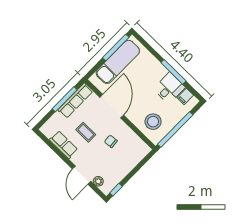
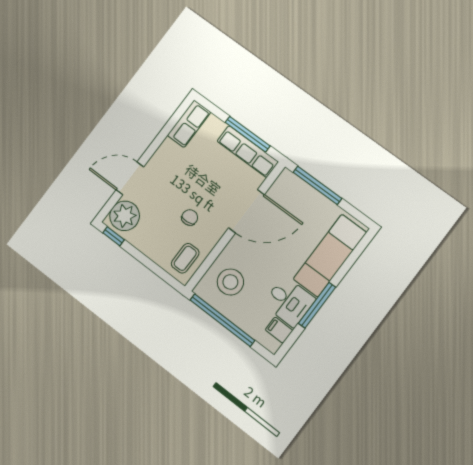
window: (116, 47) -> (317, 185), moved
exam couch: (118, 62) -> (330, 256), moved, turned 90
coffee table: (86, 132) -> (185, 258), moved
row of seats: (64, 145) -> (189, 124), moved
plant: (98, 181) -> (125, 216), width x1.88, depth x1.88

